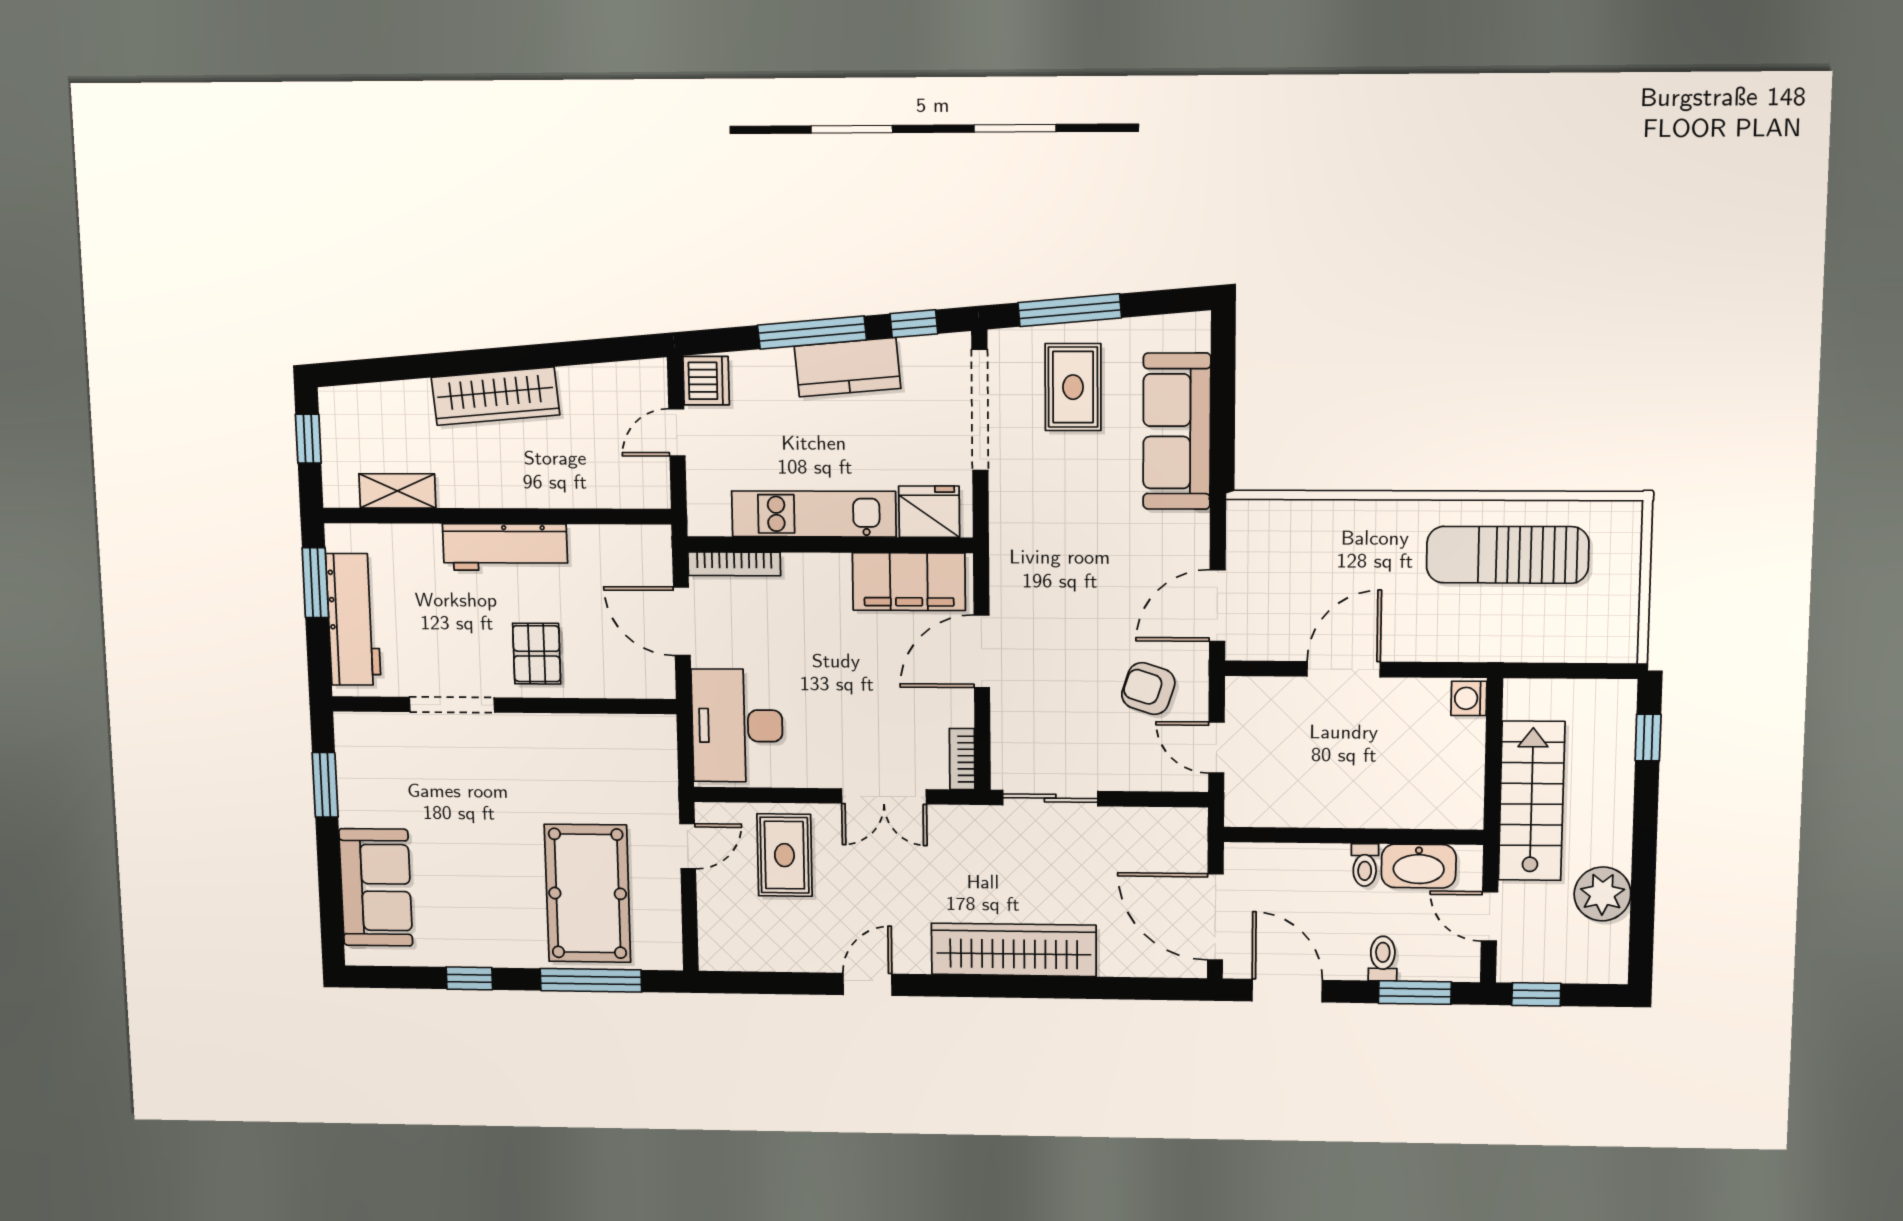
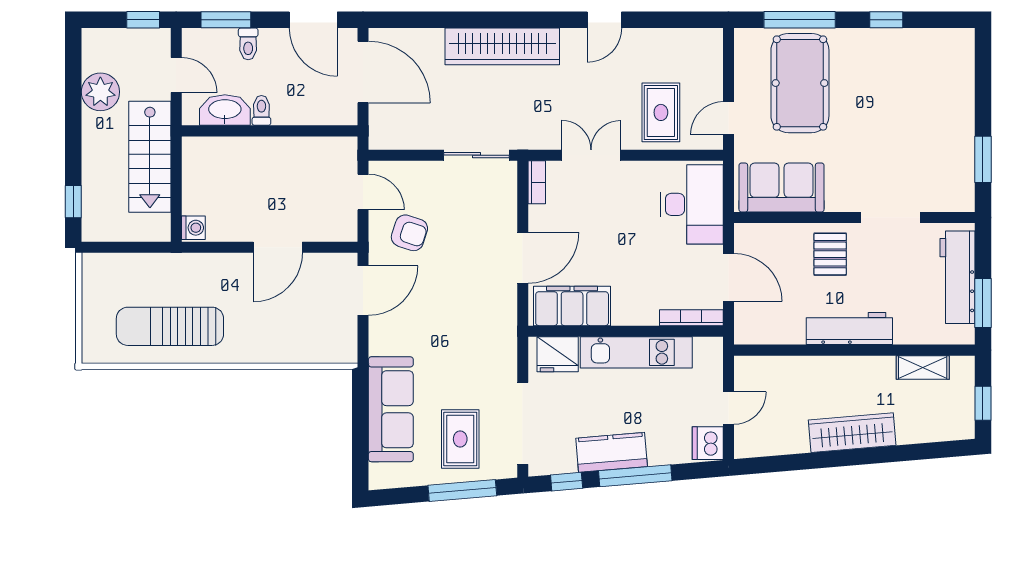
sun lounger: (1508, 555) -> (170, 326), turned 180
sofa: (376, 887) -> (782, 188), moved, turned 90

